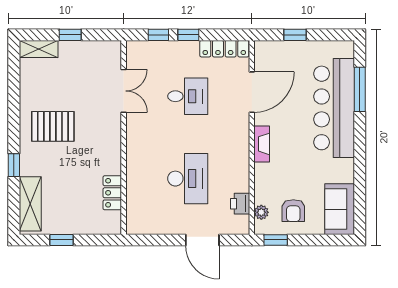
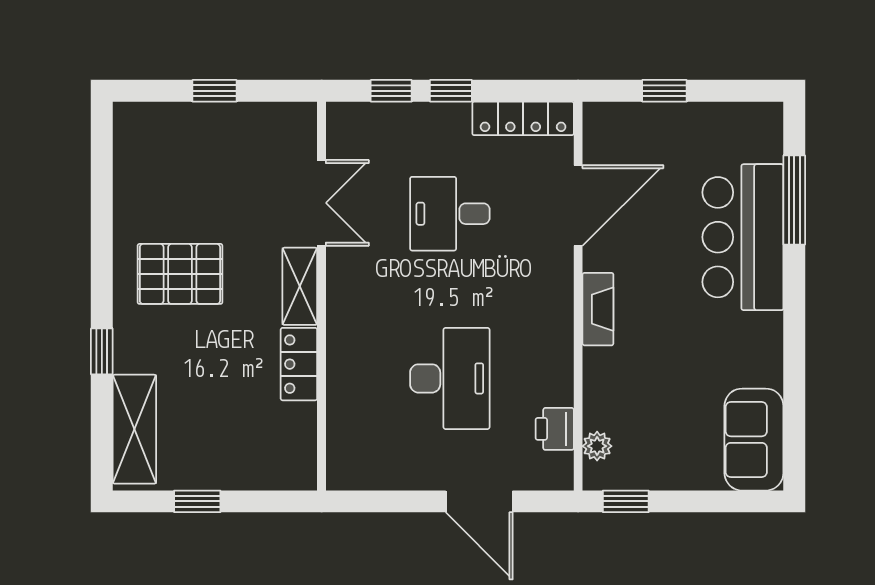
shelving: (39, 49) -> (300, 286), moved, turned 90
desk: (188, 96) -> (450, 214), turned 180
bar counter: (334, 108) -> (743, 237), width x0.73
locker: (112, 193) -> (299, 364), moved
armchair: (293, 211) -> (661, 443), removed

